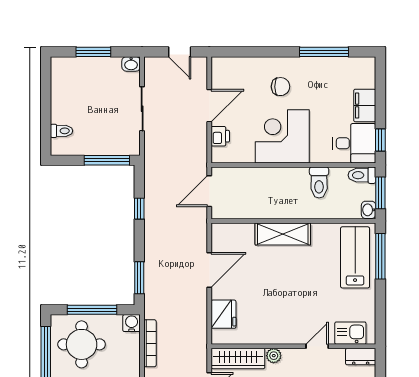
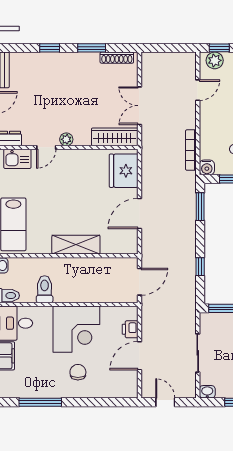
chair: (280, 87) -> (78, 372), turned 90
fridge: (224, 314) -> (124, 171), width x1.36, depth x1.34
plant: (274, 356) -> (66, 139), moved

